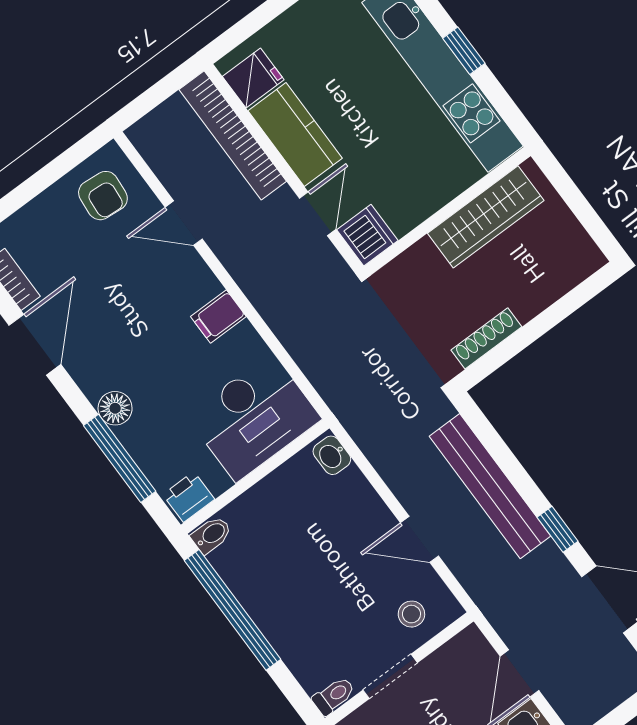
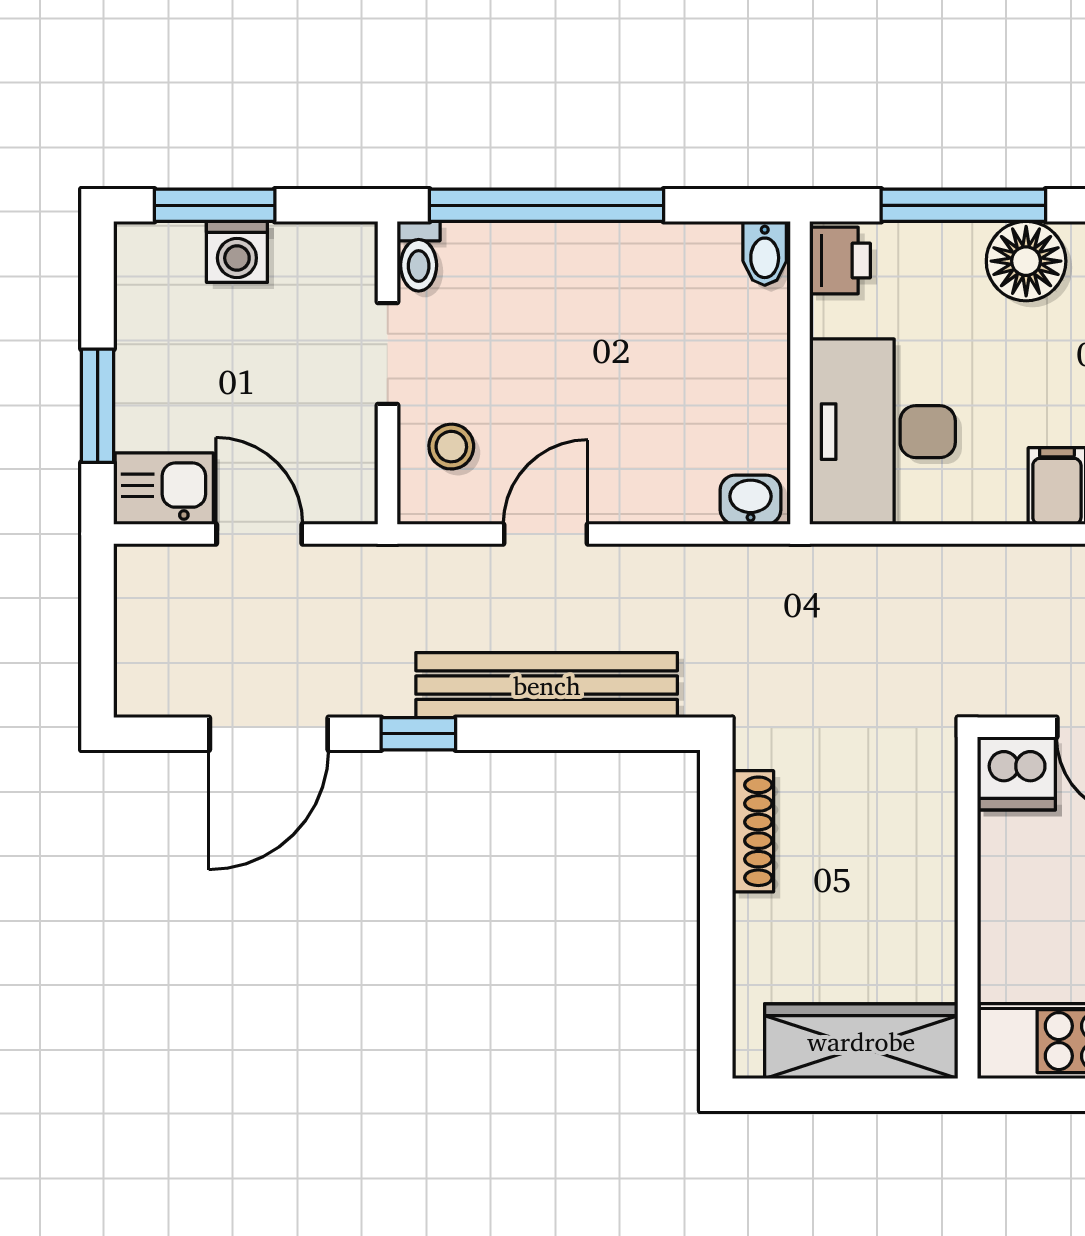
wardrobe: (486, 217) -> (861, 1041), moved, turned 90
floor lamp: (115, 408) -> (1026, 261), width x1.38, depth x1.38
window: (232, 610) -> (547, 205), moved

